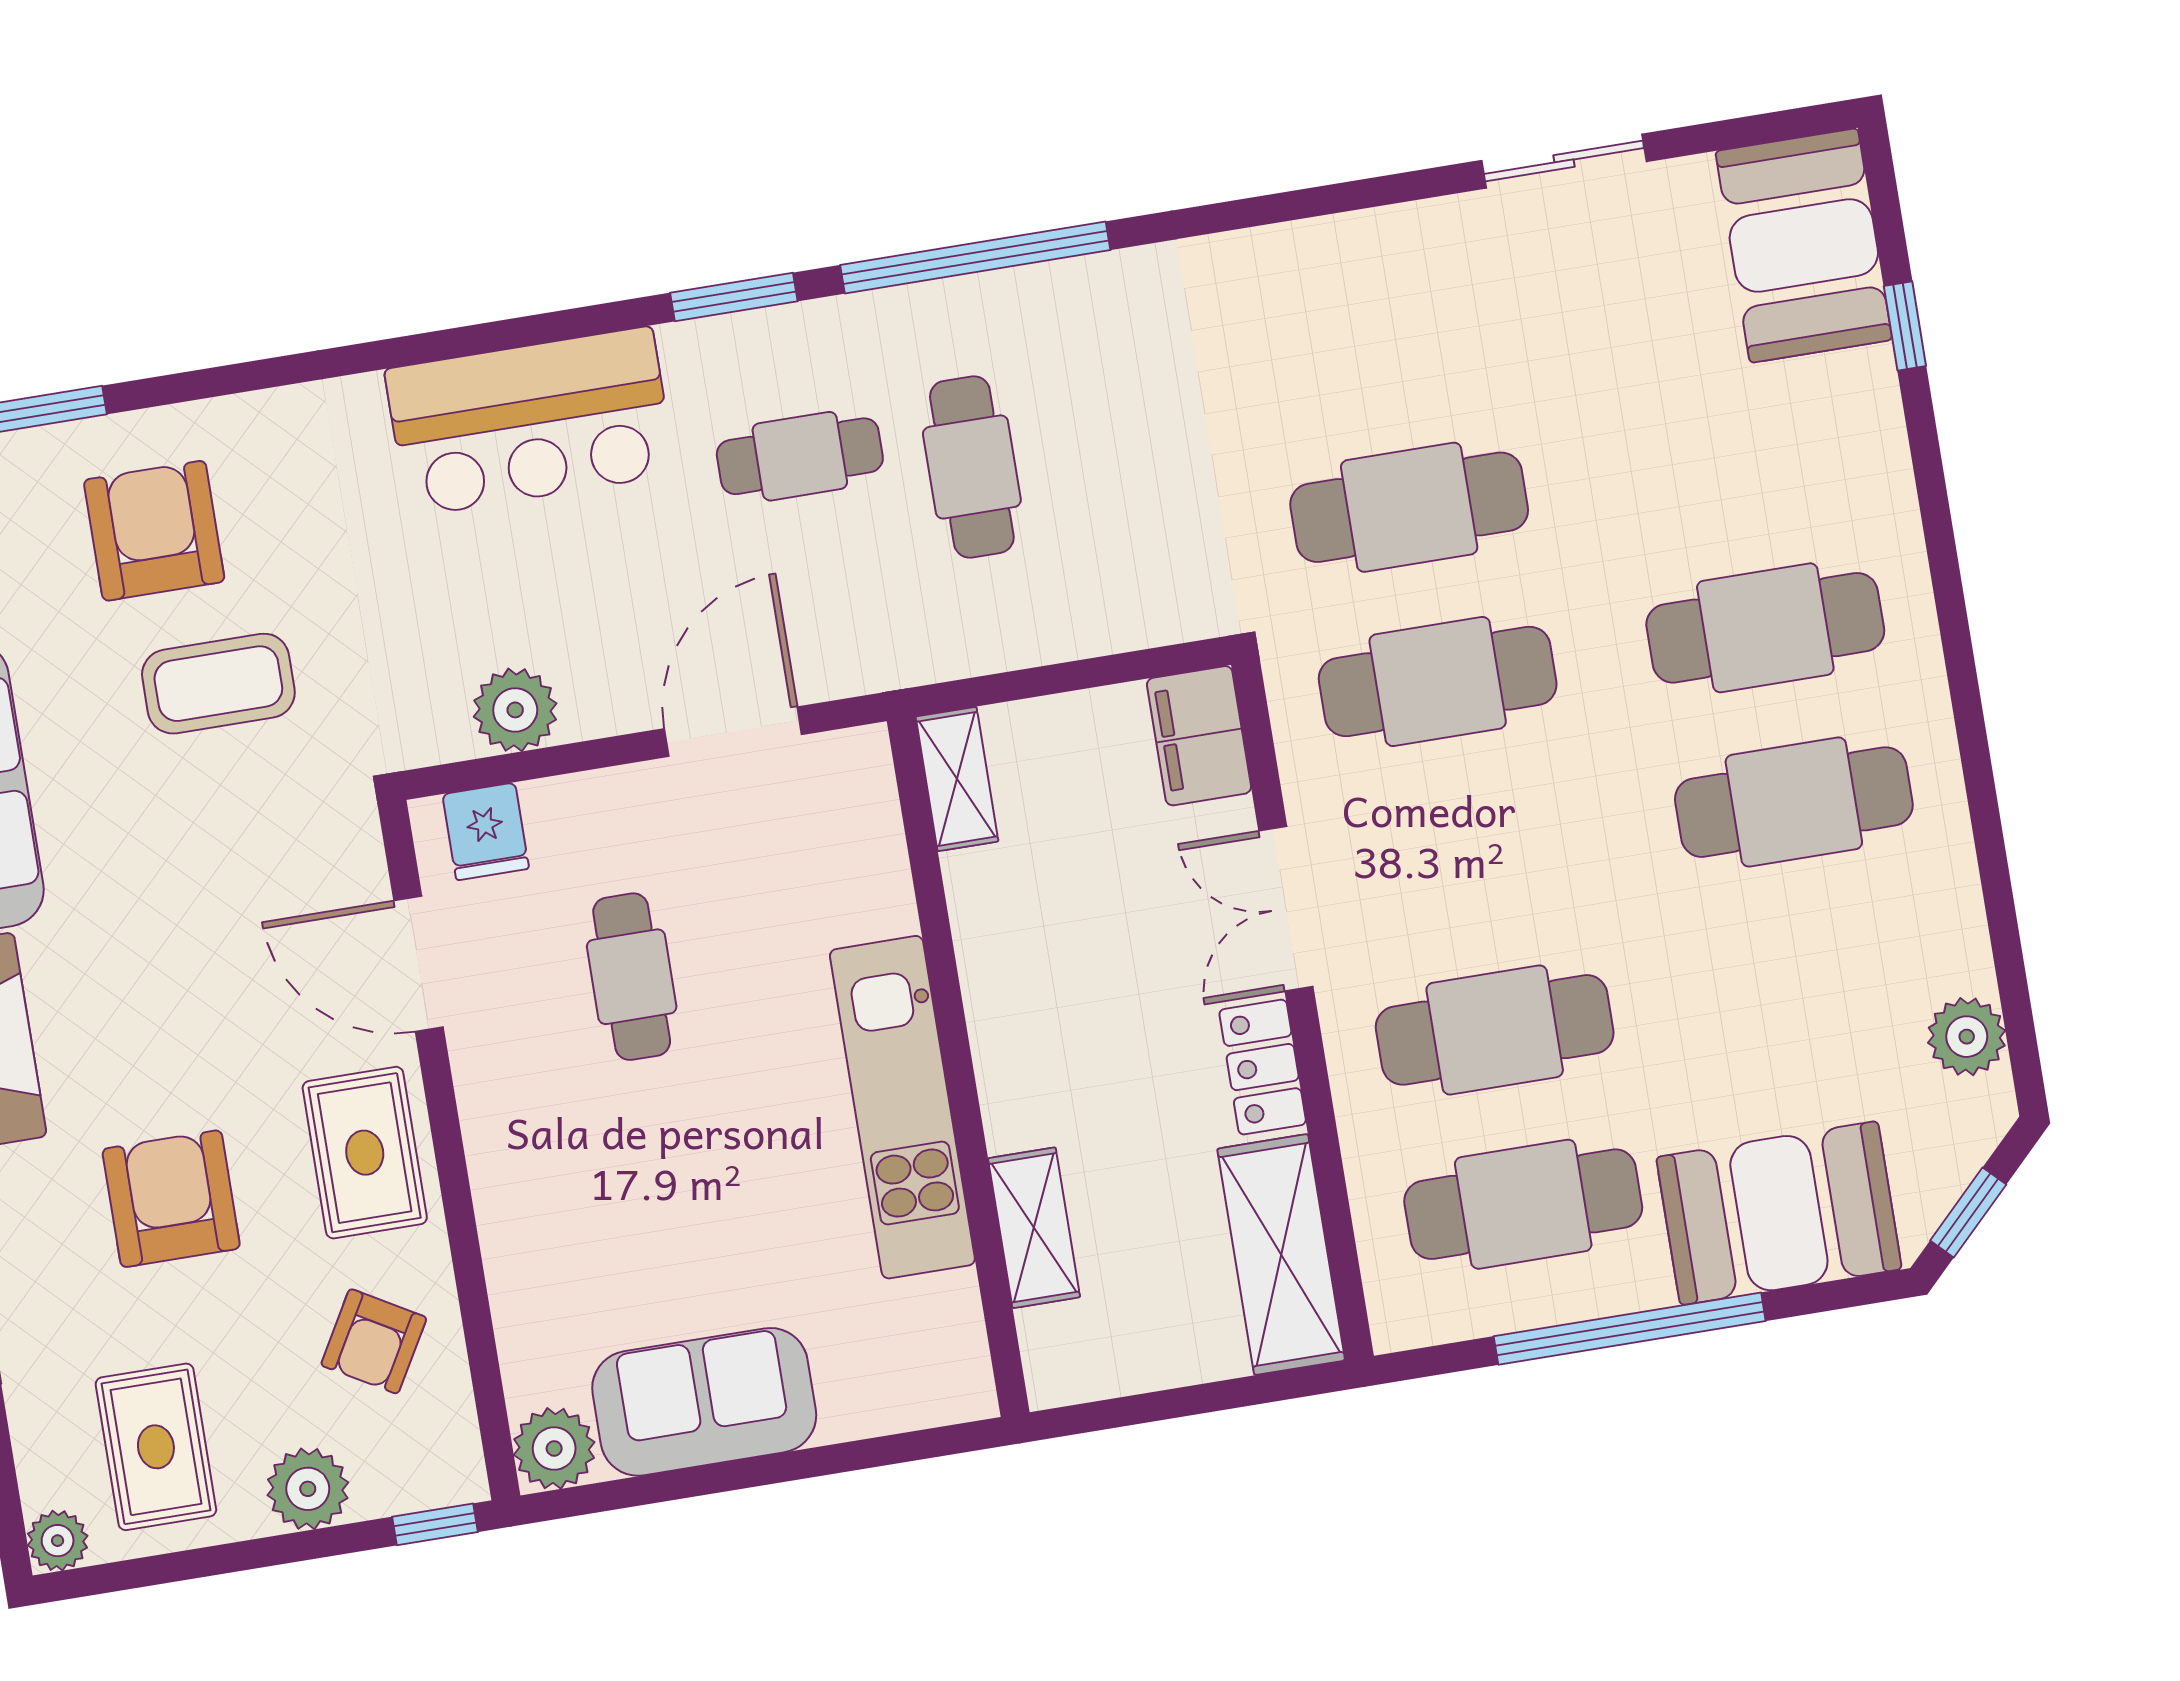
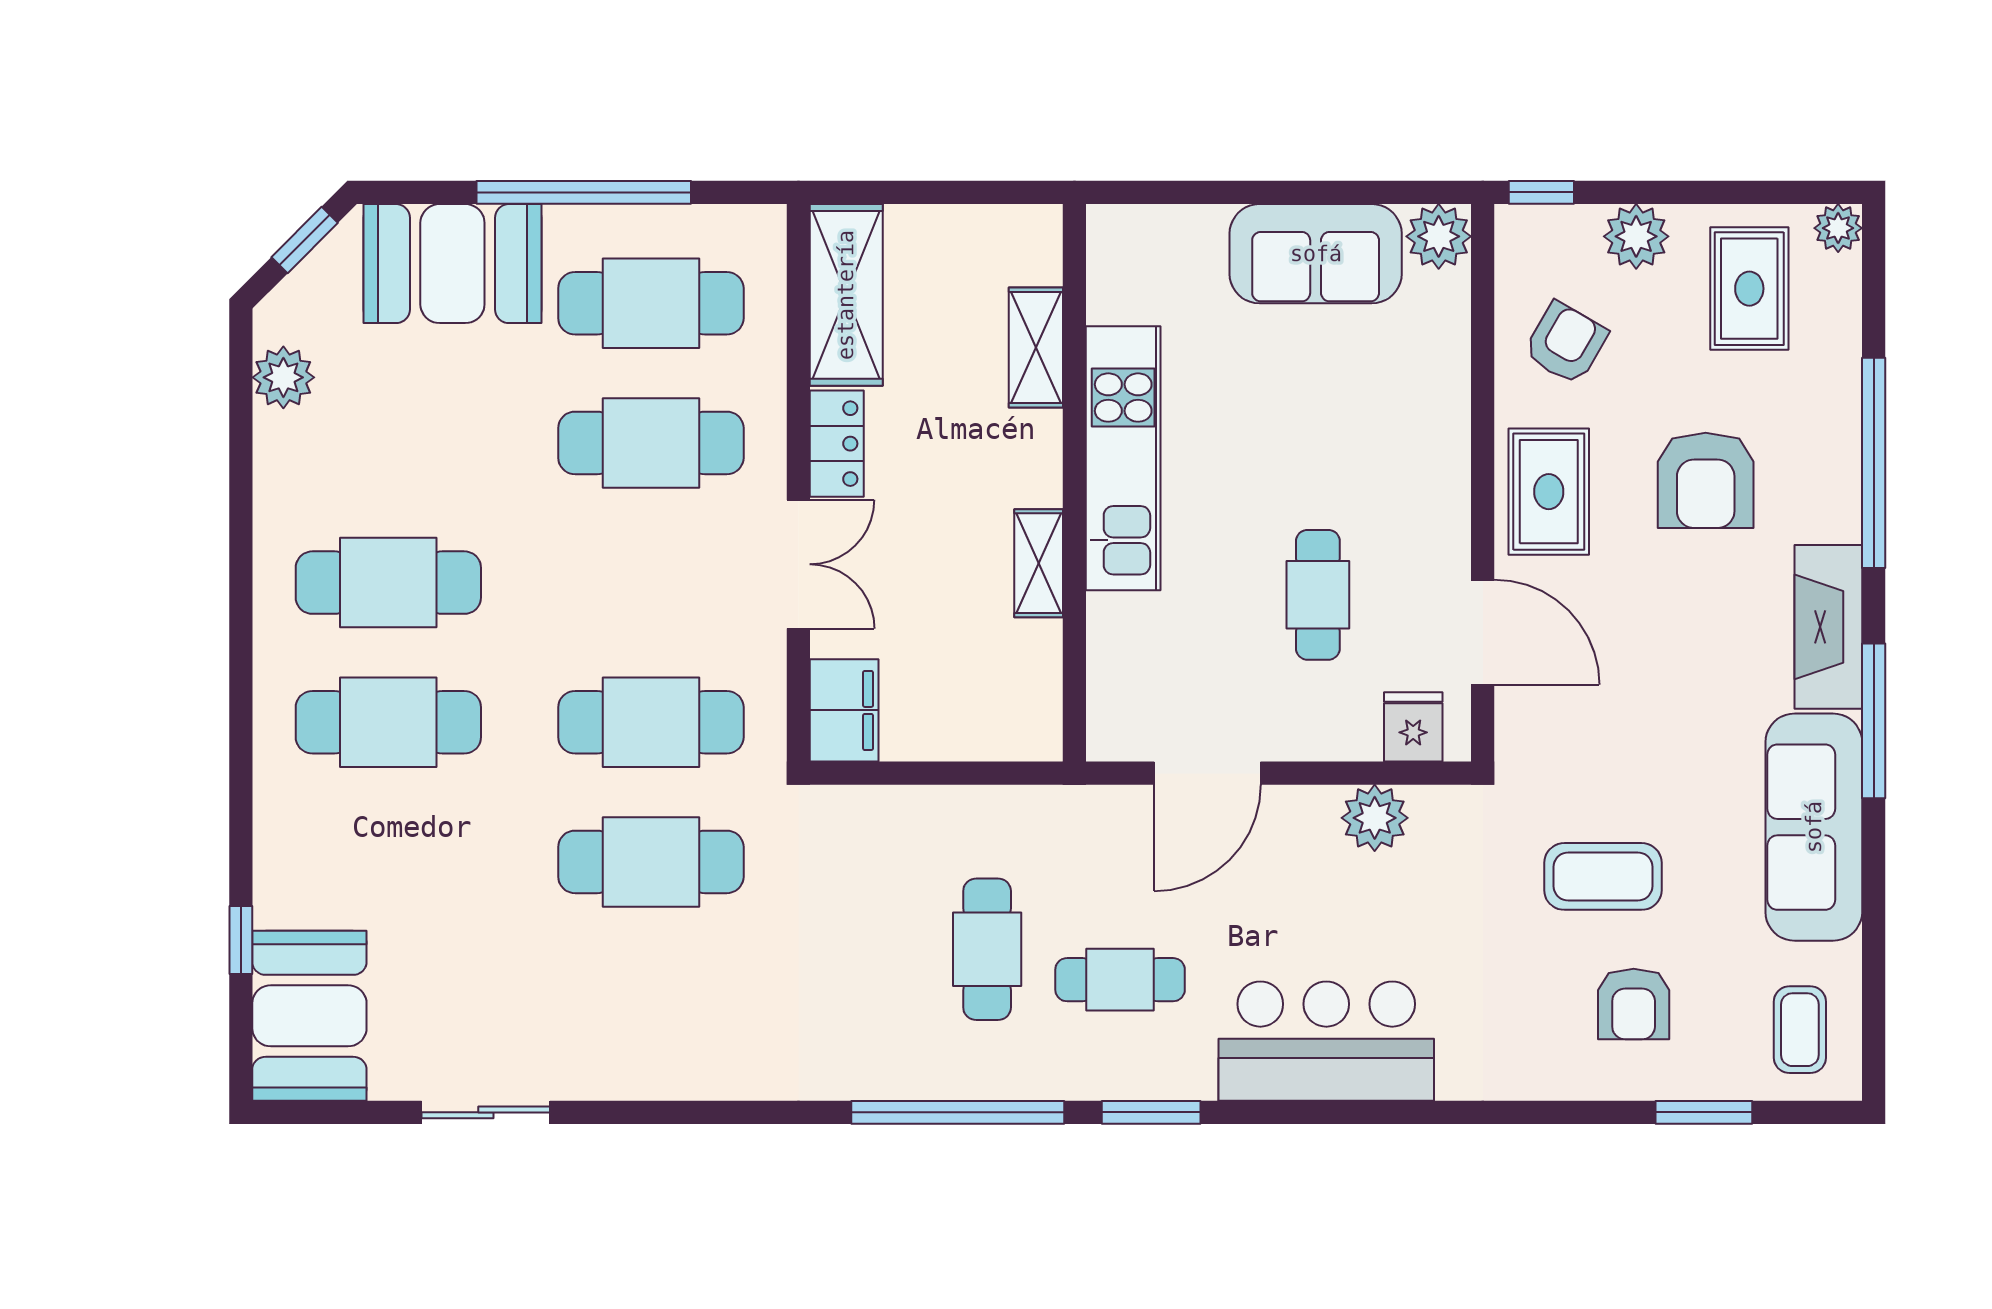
armchair: (154, 531) -> (1634, 1004), width x0.72, depth x0.72
shelving: (957, 779) -> (1039, 563), moved

